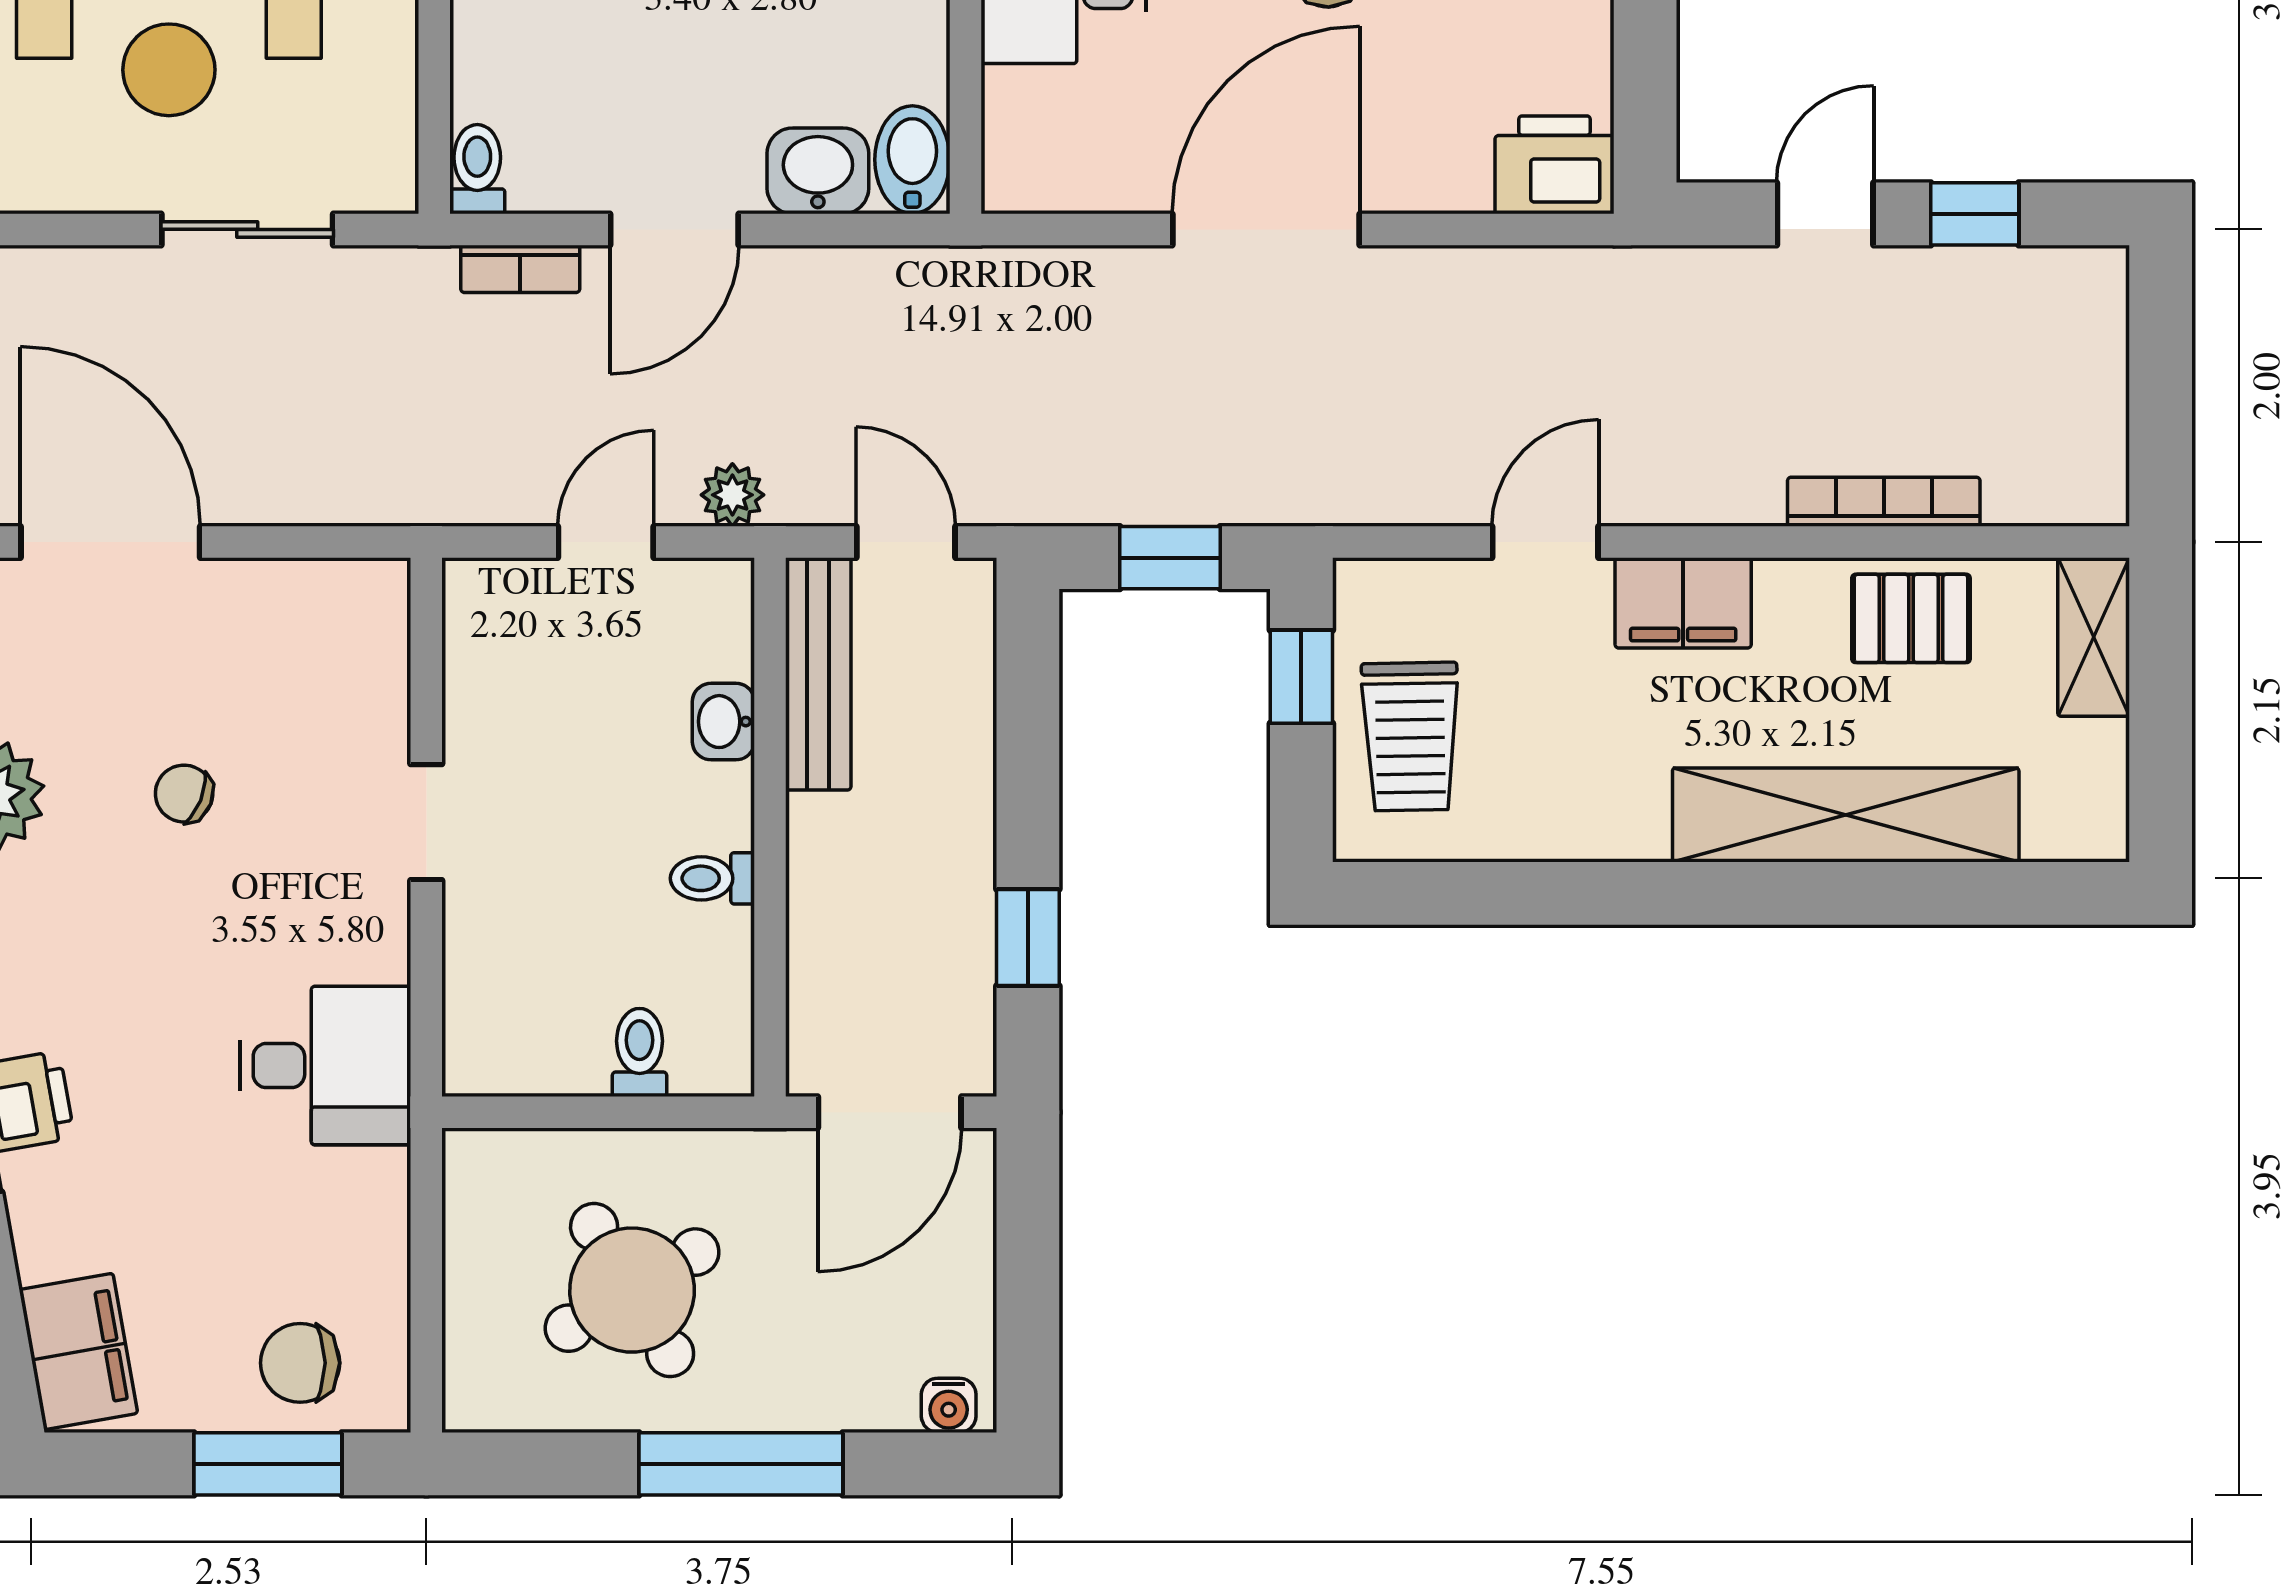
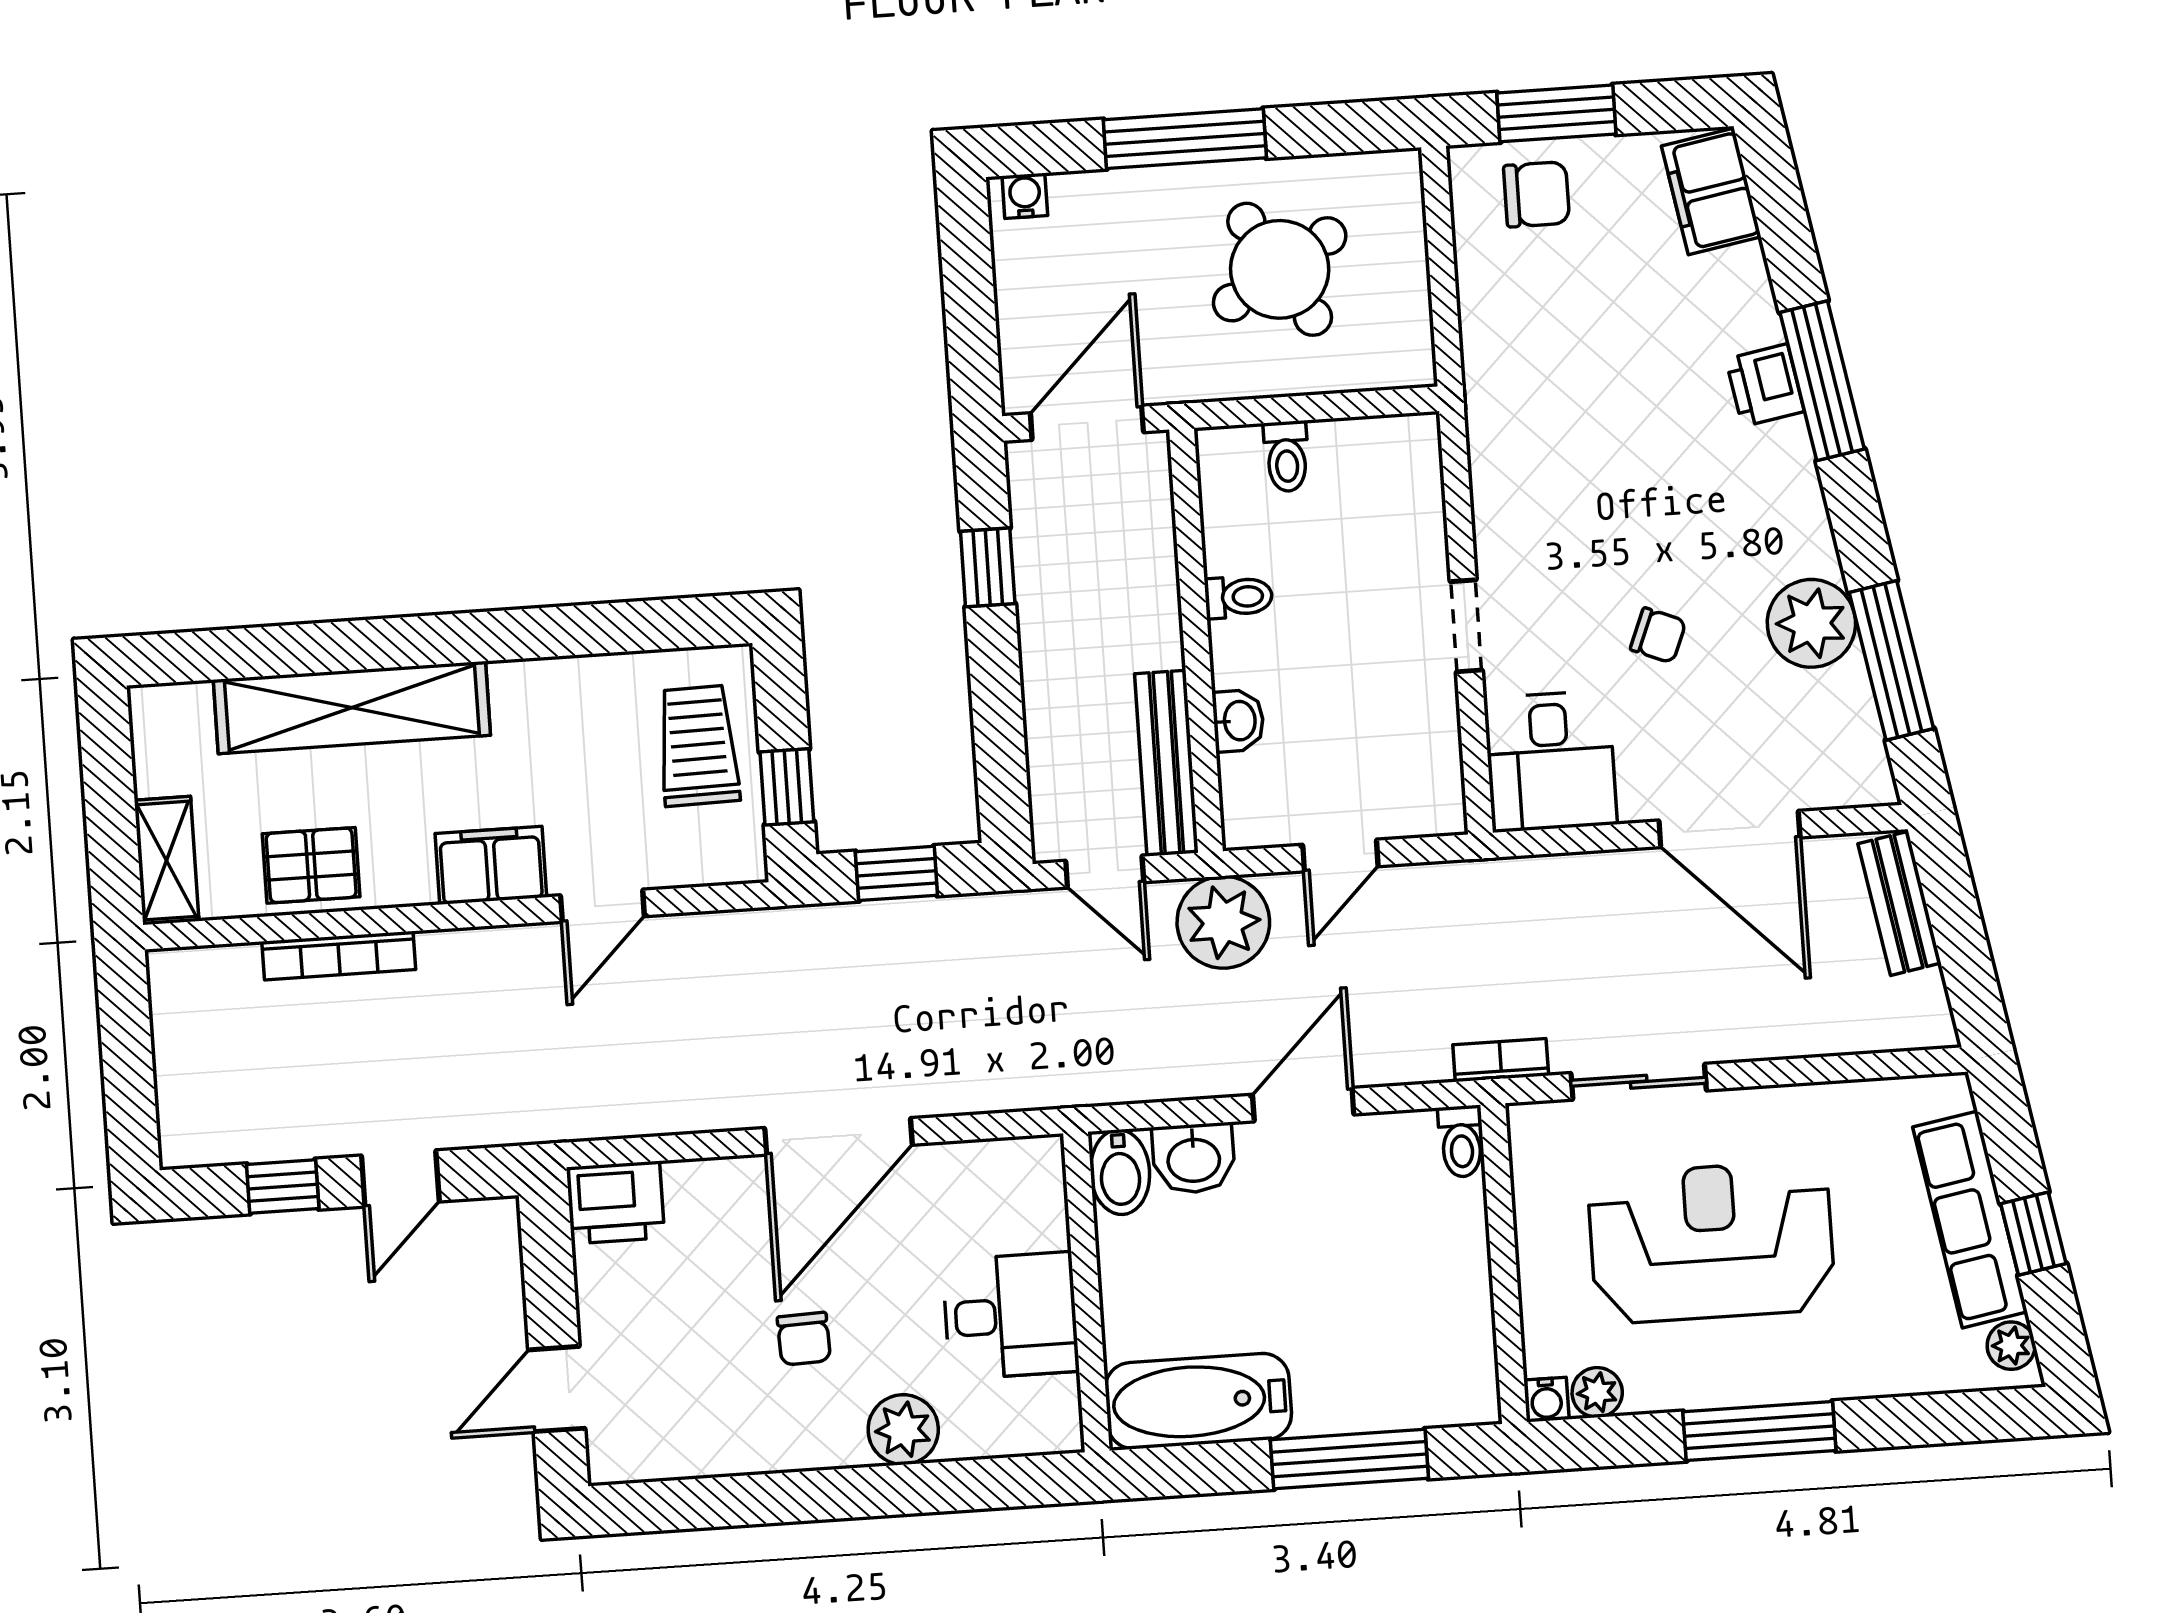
bookcase: (520, 269) -> (1501, 1060), moved
plant: (732, 495) -> (1223, 922), width x1.87, depth x1.87
desk: (325, 1066) -> (1550, 761), moved, turned -90

